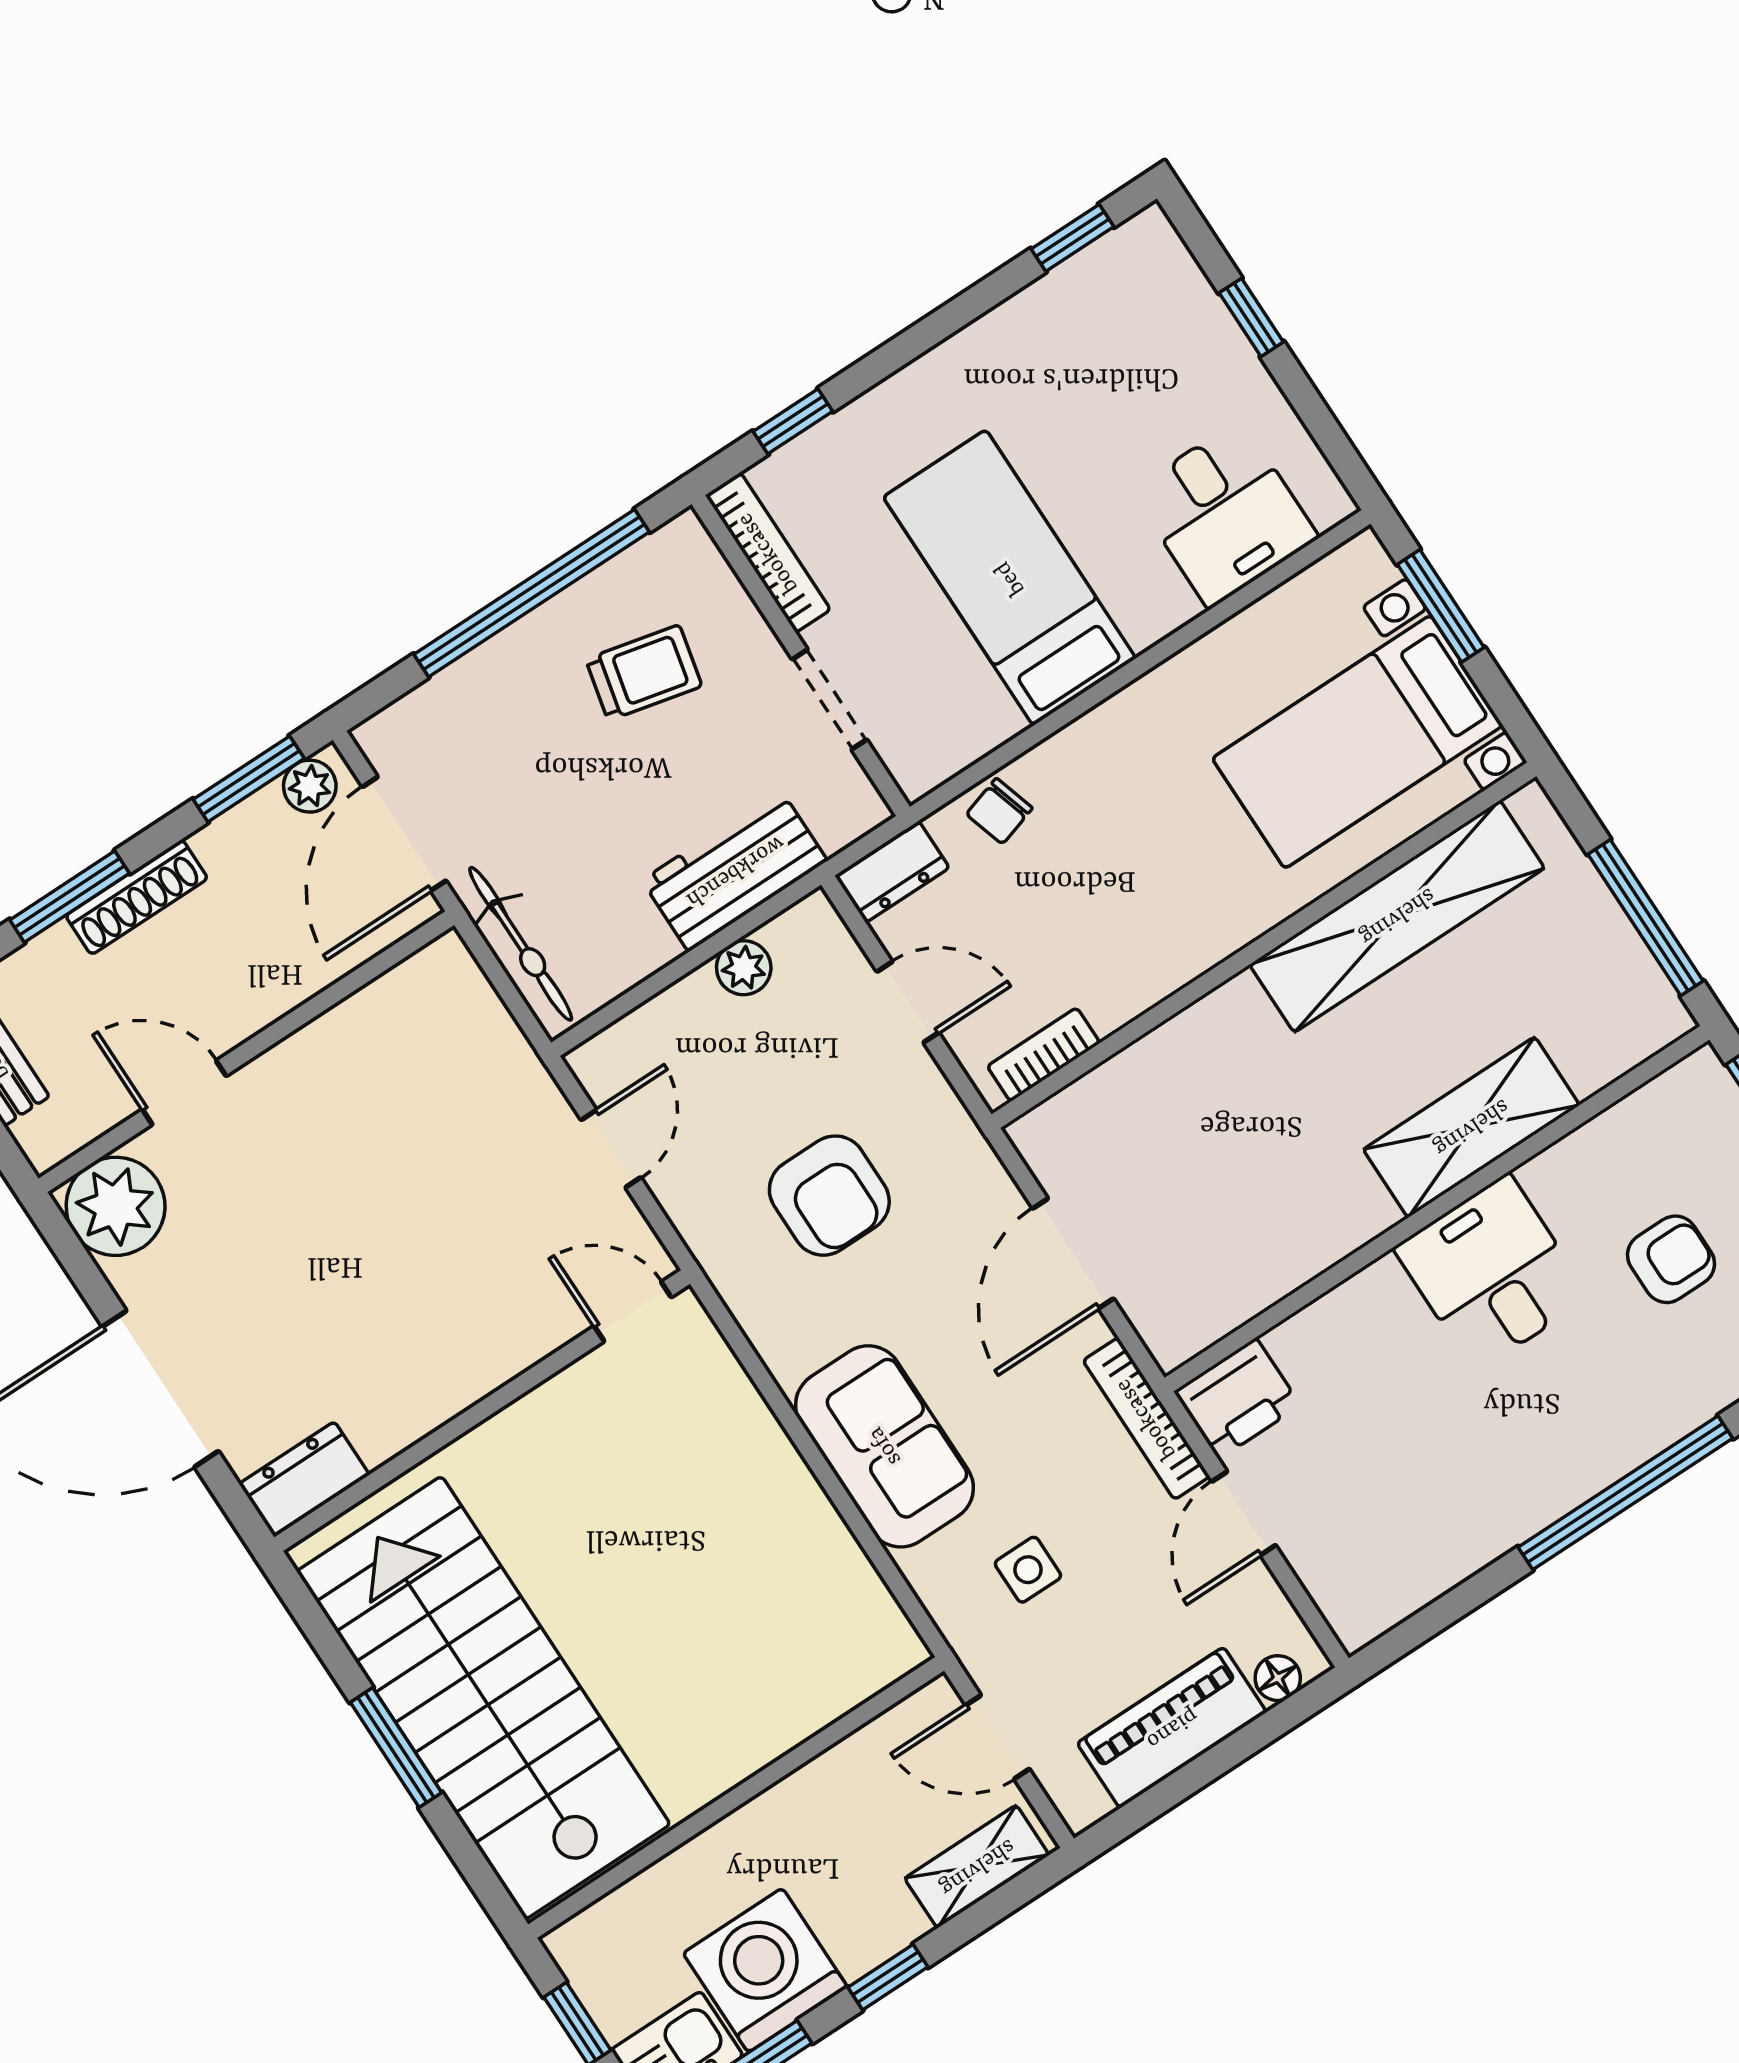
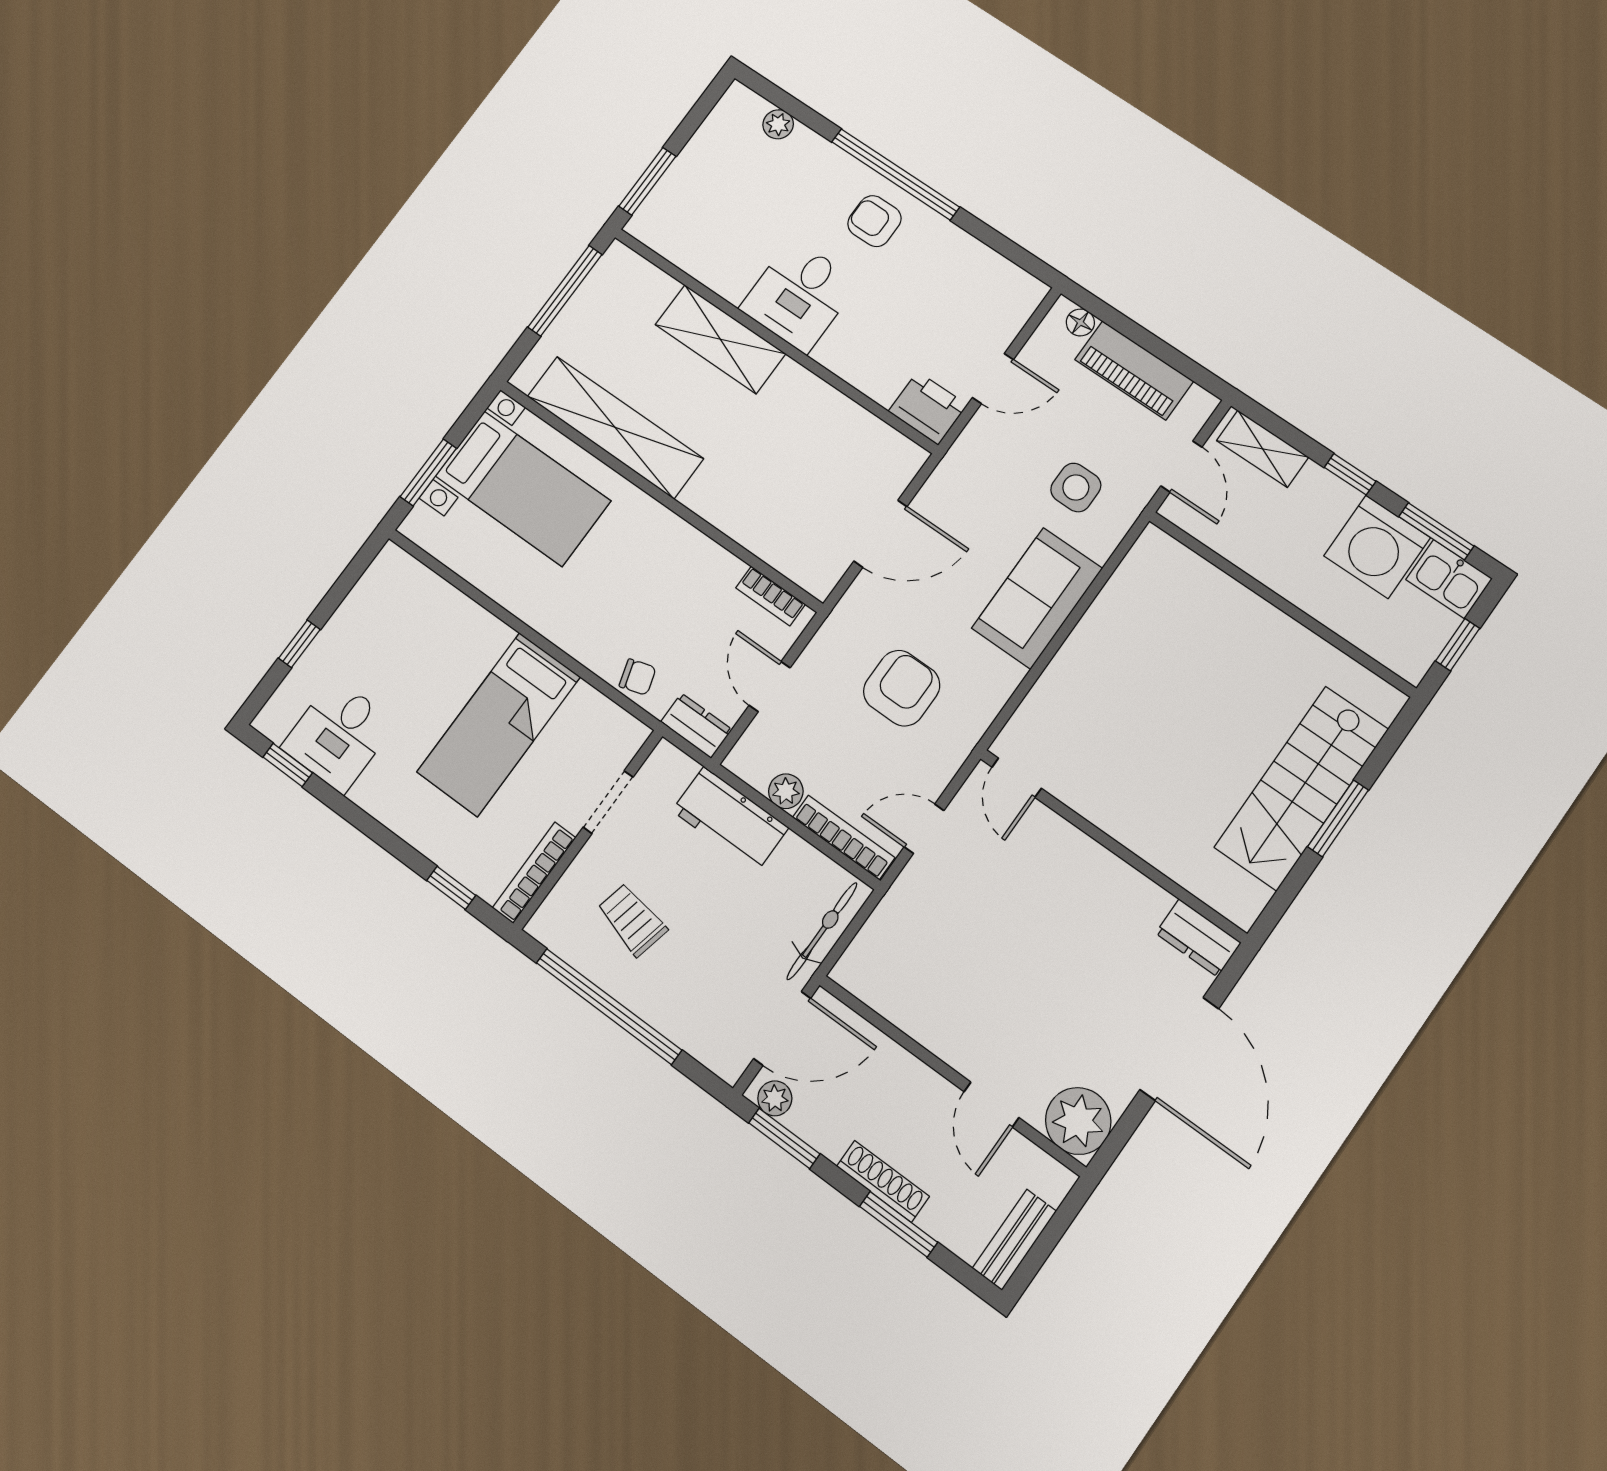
desk: (1225, 514) -> (339, 735), moved, turned 180
armchair: (1671, 1259) -> (874, 221), moved
bookcase: (1146, 1419) -> (844, 837), moved, turned -90
side table: (1028, 1570) -> (1076, 487), width x1.37, depth x1.37
stairs: (483, 1698) -> (1301, 788), width x0.73, depth x0.66

